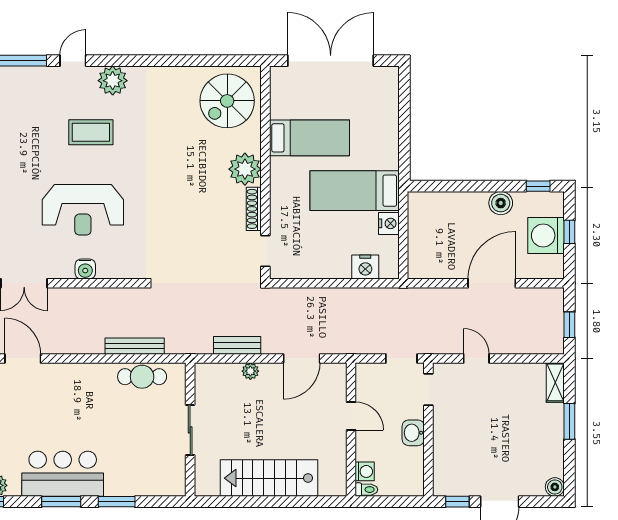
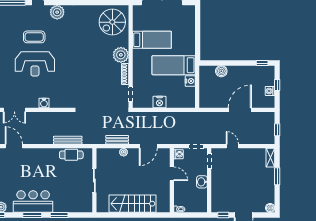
coffee table: (91, 132) -> (34, 37), moved
boiler: (501, 203) -> (221, 71), moved
reception desk: (83, 210) -> (35, 64), moved
washing machine: (546, 236) -> (270, 91), width x0.53, depth x0.53
nightstand: (365, 267) -> (159, 102), moved
washing machine: (365, 471) -> (179, 154), moved

